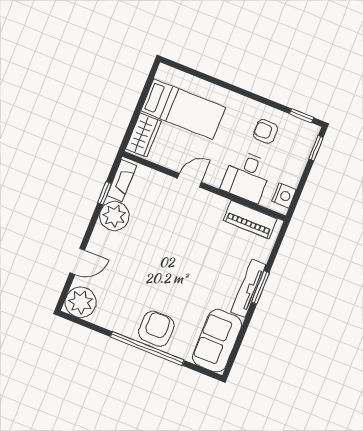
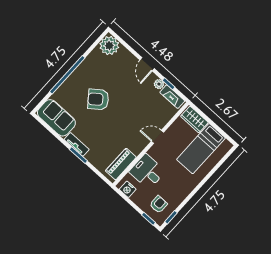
armchair: (266, 131) -> (159, 204), moved
door: (190, 180) -> (157, 137), swing flipped
plant: (114, 216) -> (159, 84), width x0.53, depth x0.53
door: (77, 262) -> (147, 64), moved
tv unit: (249, 288) -> (77, 144), width x0.71
armchair: (156, 329) -> (98, 99), moved, turned 142

